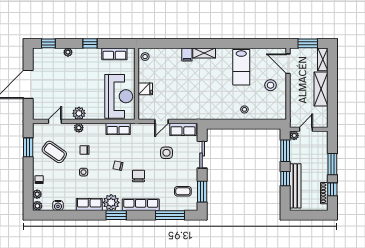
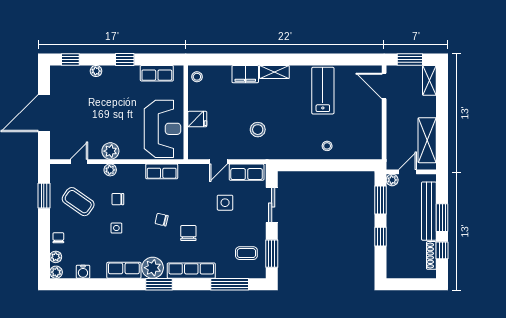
filing cabinet: (187, 55) -> (245, 74), width x2.00
lab bench: (241, 67) -> (323, 91), turned 180
stool: (271, 85) -> (258, 130), moved
shelving: (321, 89) -> (427, 140), moved
bench: (295, 186) -> (429, 211), moved

